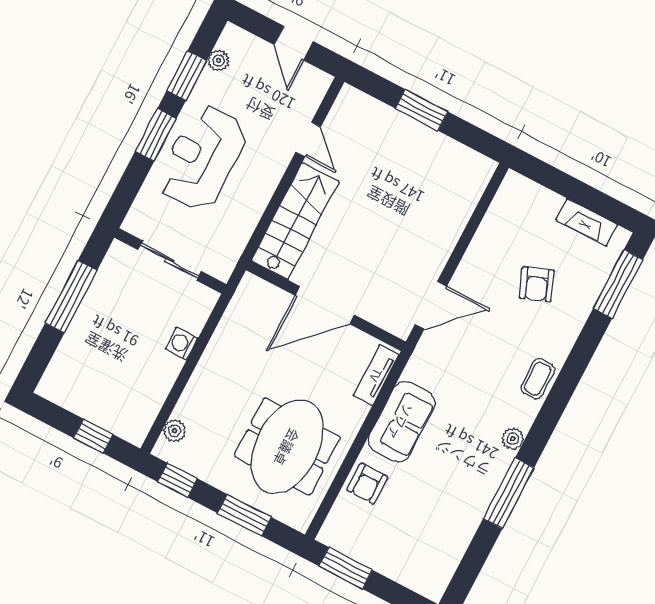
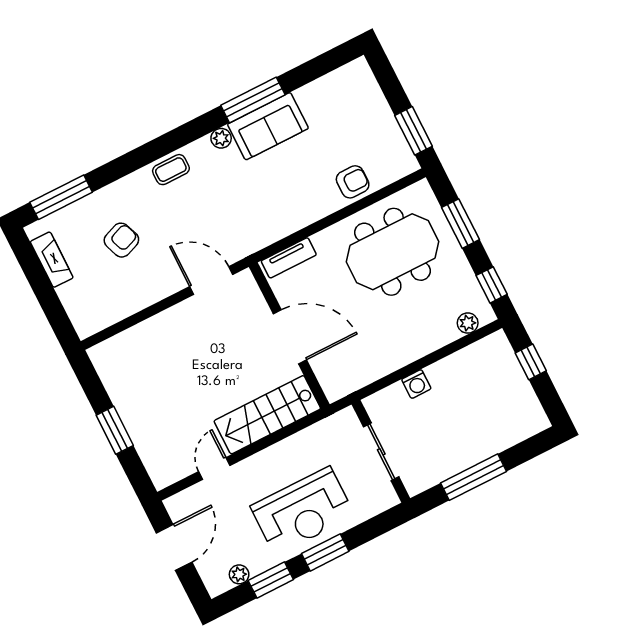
door: (294, 43) -> (174, 547), width x1.38
sofa: (401, 422) -> (268, 126), moved, turned 180

